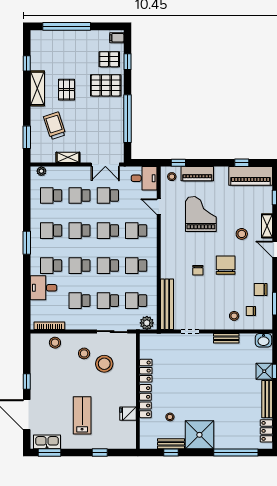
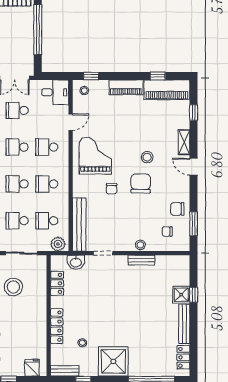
piano: (197, 174) -> (126, 87), moved
door: (159, 207) -> (71, 122), swing flipped
grand piano: (201, 214) -> (95, 156), moved
stool: (242, 234) -> (147, 157), moved
stool: (234, 316) -> (140, 245), moved
washbasin: (263, 340) -> (76, 262), moved
locker: (146, 371) -> (57, 283), moved
fridge: (128, 414) -> (32, 368), moved, turned 90
bench: (171, 444) -> (65, 371), moved

